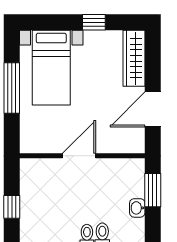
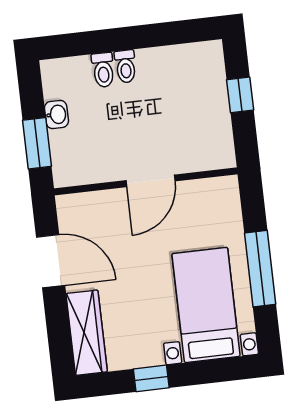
door: (153, 109) -> (51, 261), hinge flipped

